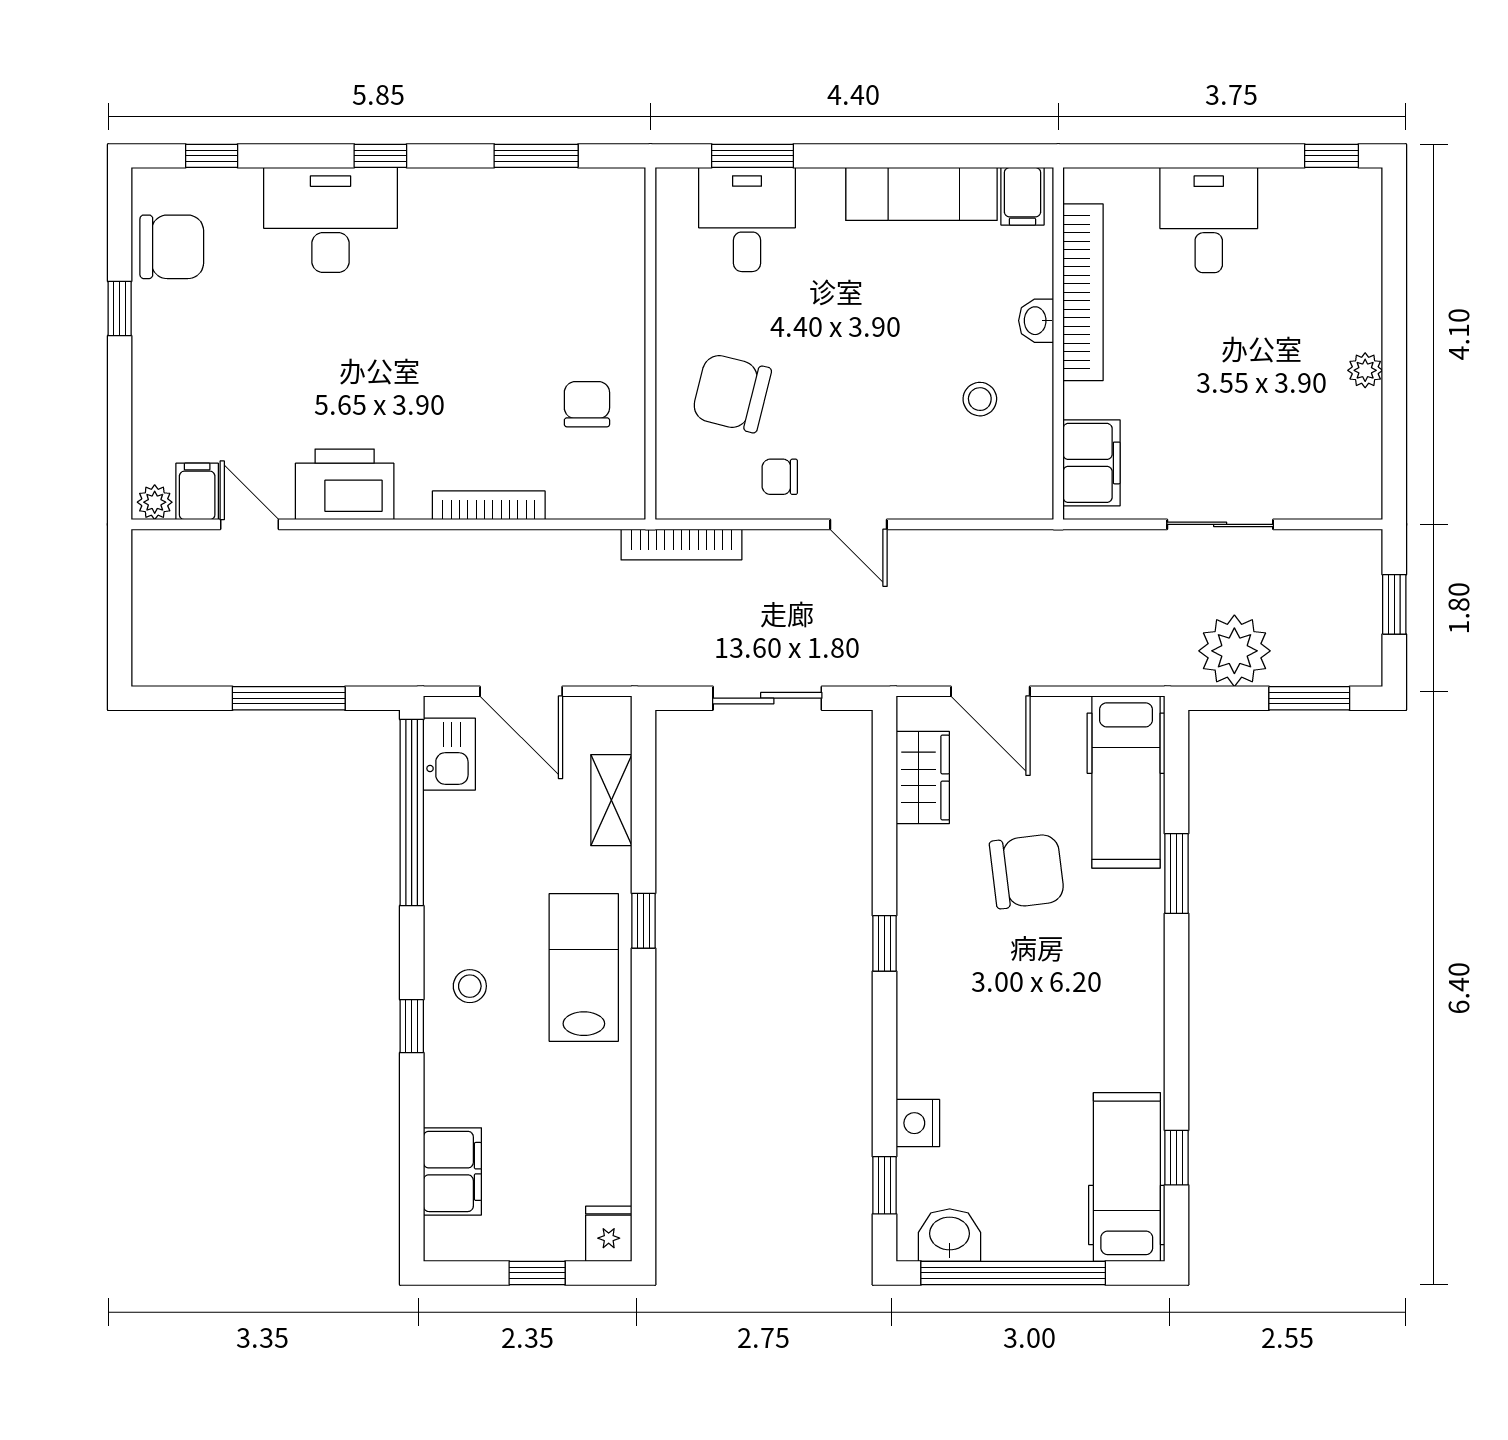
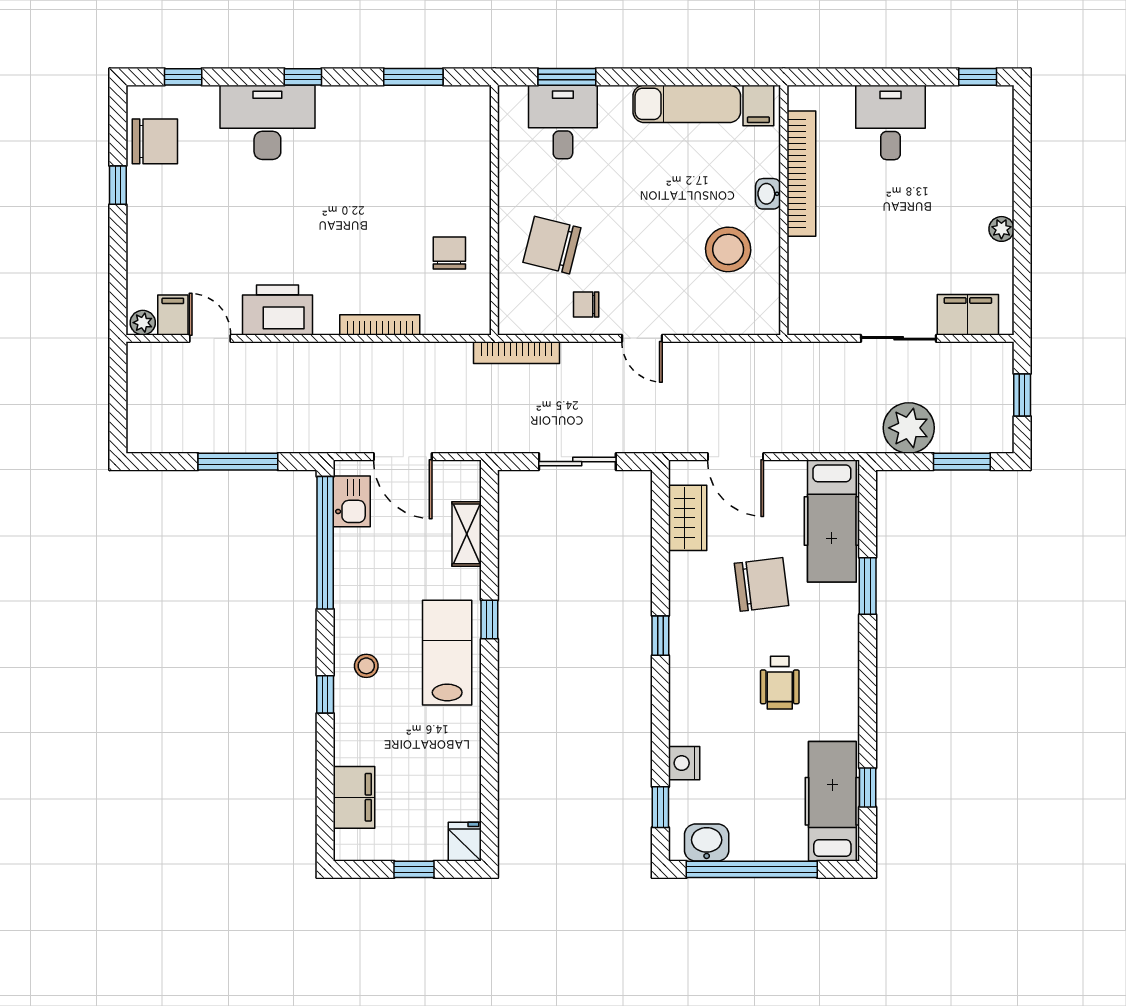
stool: (980, 399) -> (728, 249), width x1.89, depth x1.89
filing cabinet: (1092, 463) -> (968, 315), moved, turned -90
wheelchair: (1053, 1010) -> (780, 683), added

